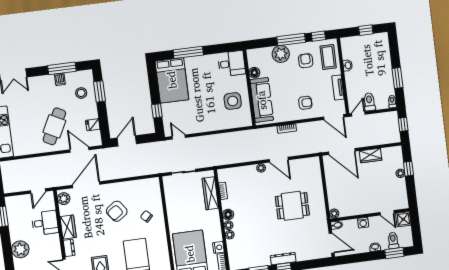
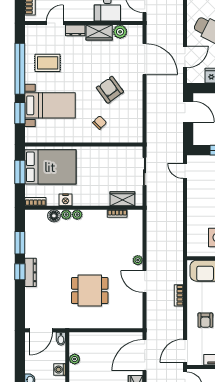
door: (179, 137) -> (185, 171), swing flipped
door: (279, 160) -> (145, 282), hinge flipped
wardrobe: (210, 193) -> (122, 199), width x0.67
plant: (64, 199) -> (120, 32), moved
dining table: (292, 206) -> (90, 291), turned 90
plant: (334, 214) -> (75, 359), moved
floor lamp: (228, 215) -> (54, 216), moved
nightstand: (218, 247) -> (66, 200), moved

